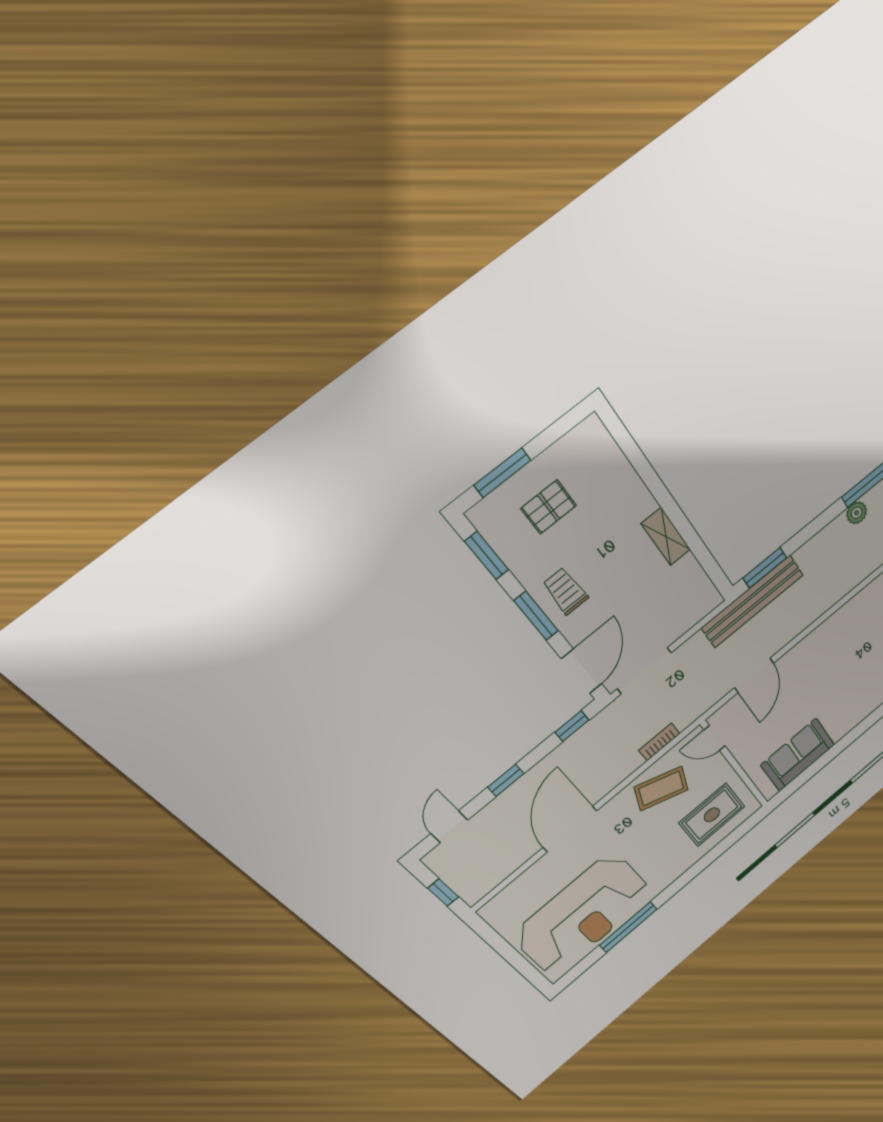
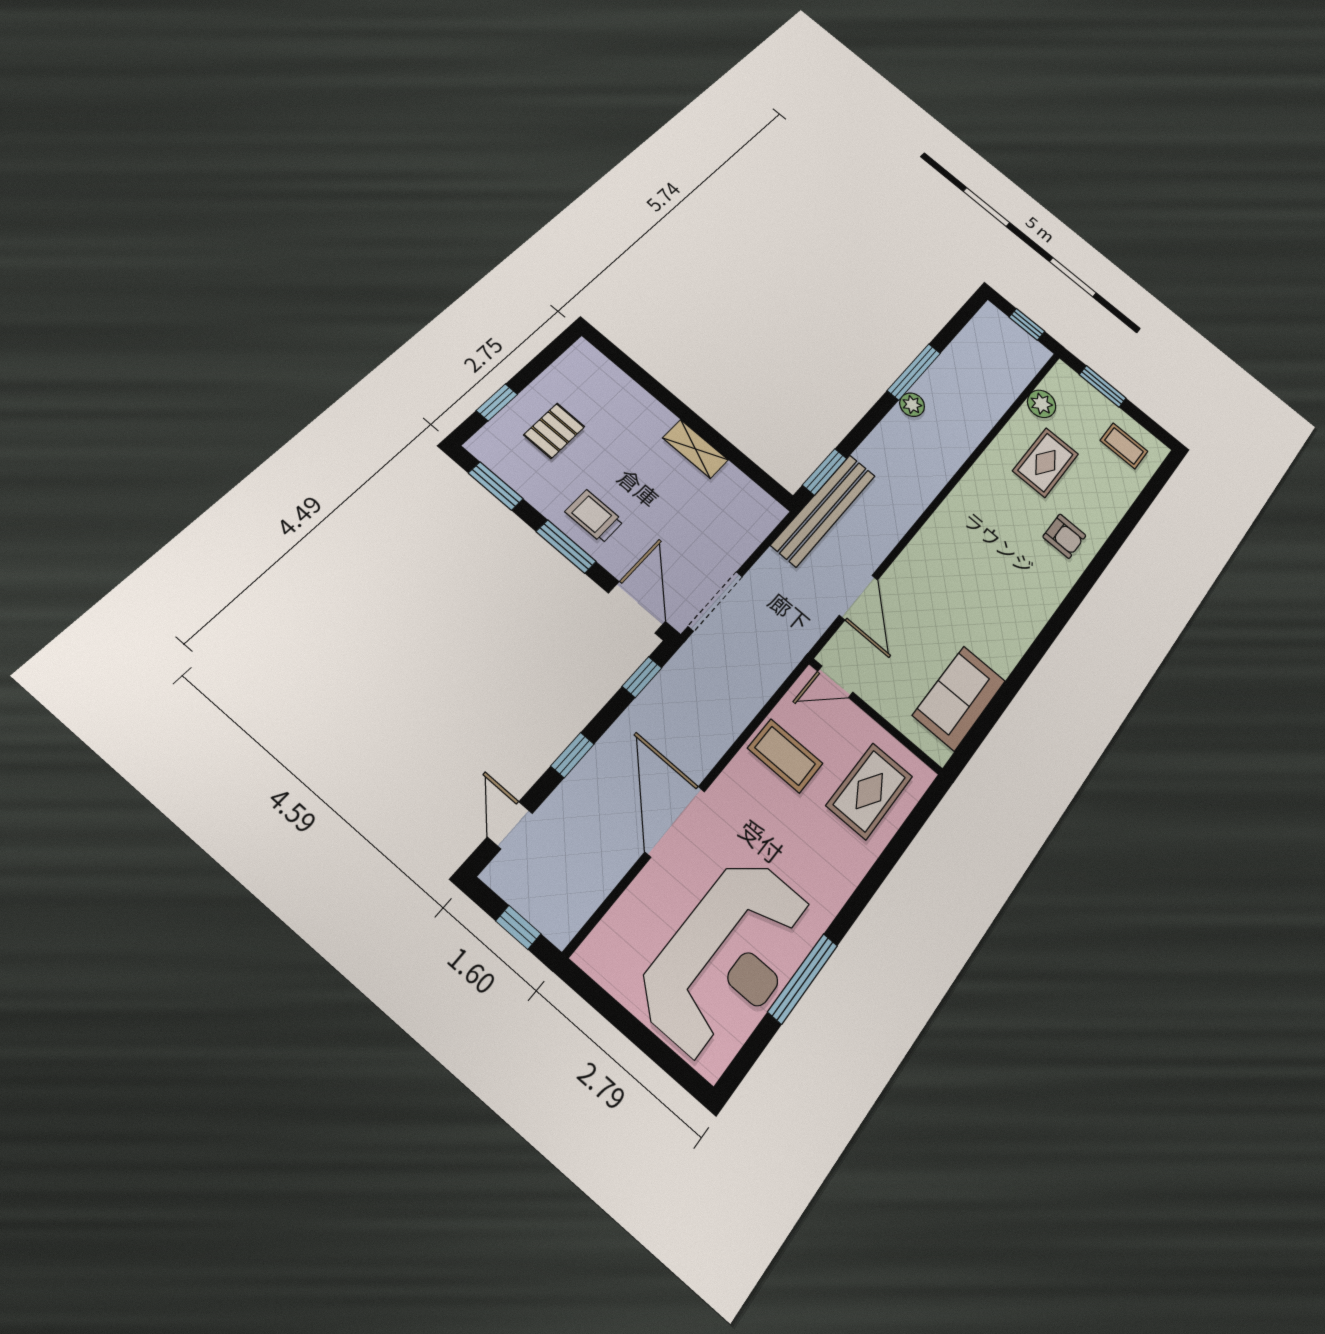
window: (502, 473) -> (497, 402), width x0.67
bookcase: (659, 742) -> (763, 691), removed
coffee table: (661, 788) -> (785, 756), turned 70

